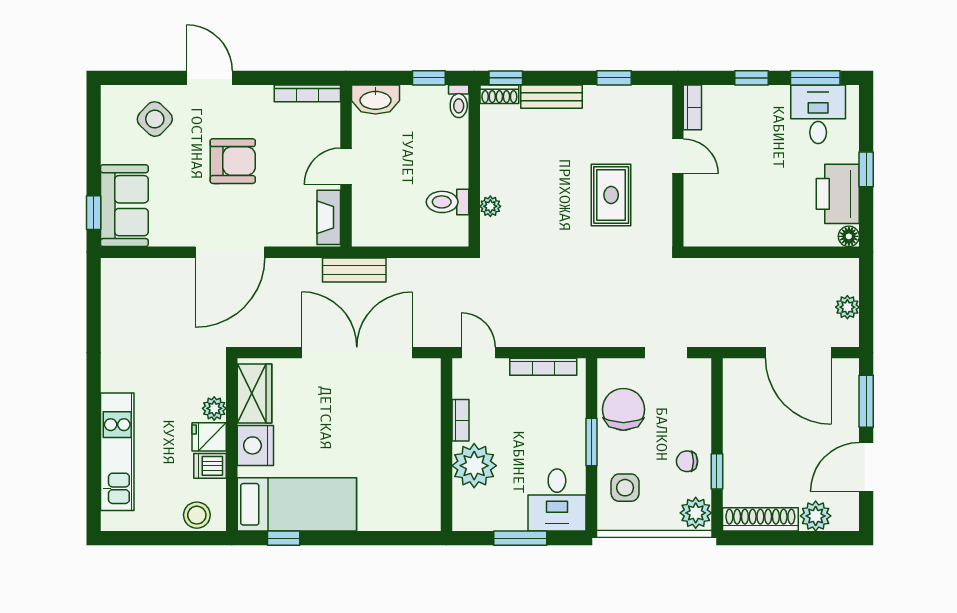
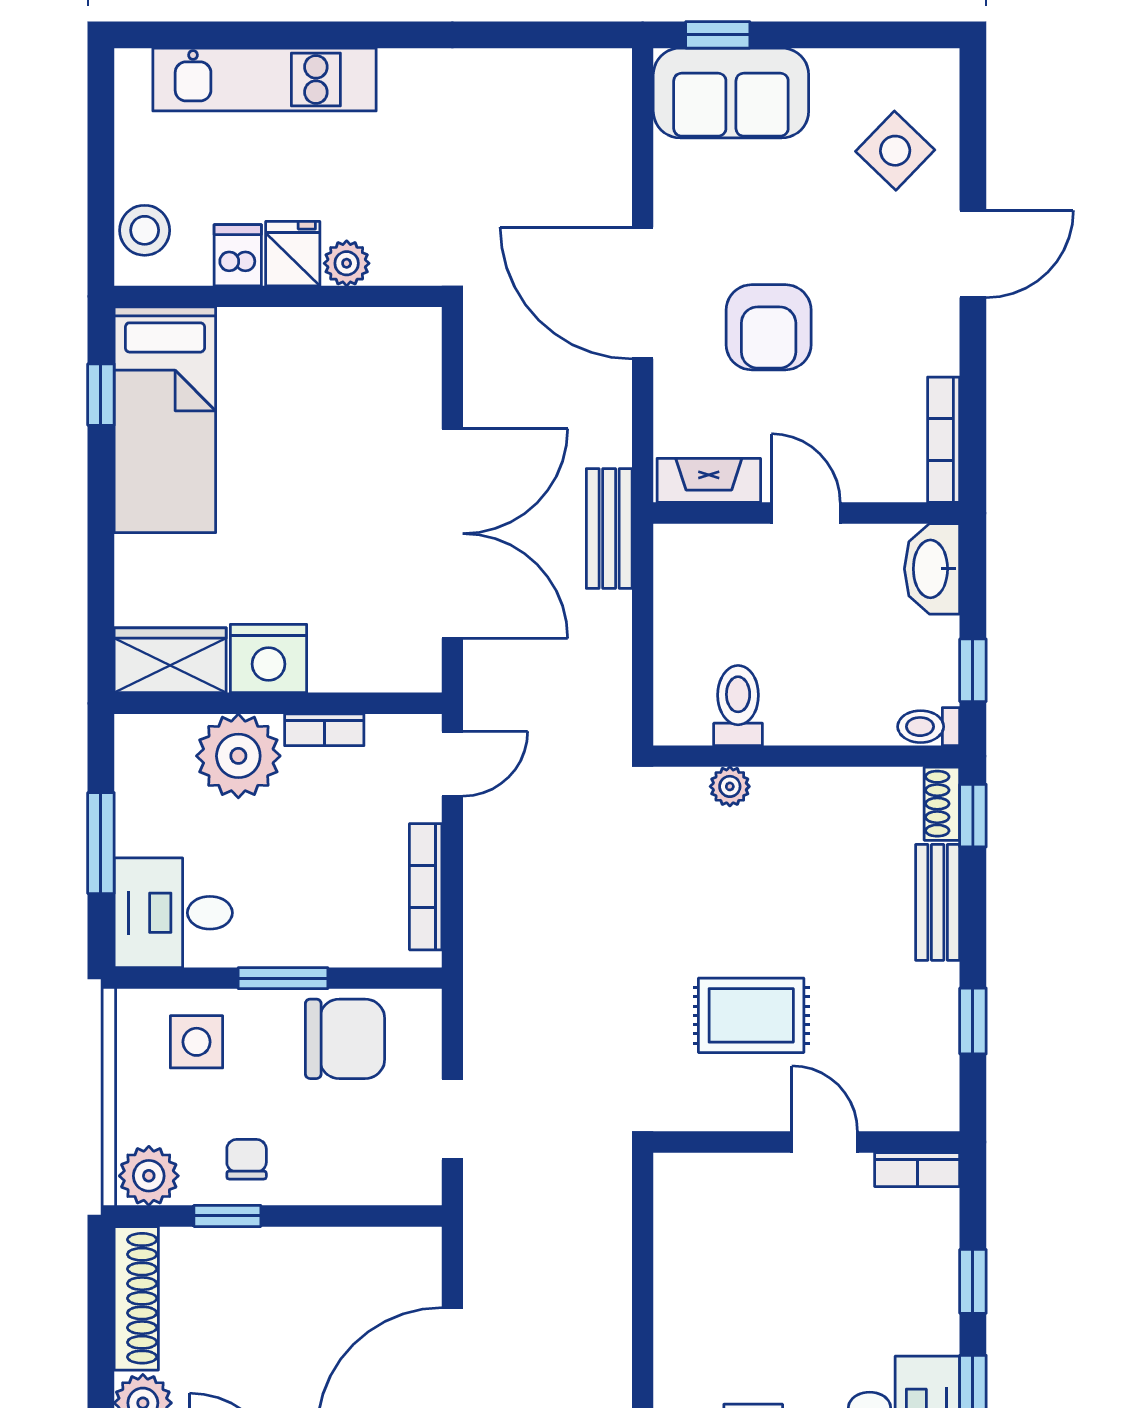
door: (678, 156) -> (825, 1142), swing flipped
armchair: (233, 161) -> (769, 327), moved
wardrobe: (254, 394) -> (170, 660), moved, turned 180
nightstand: (255, 445) -> (269, 659), moved, turned 180

